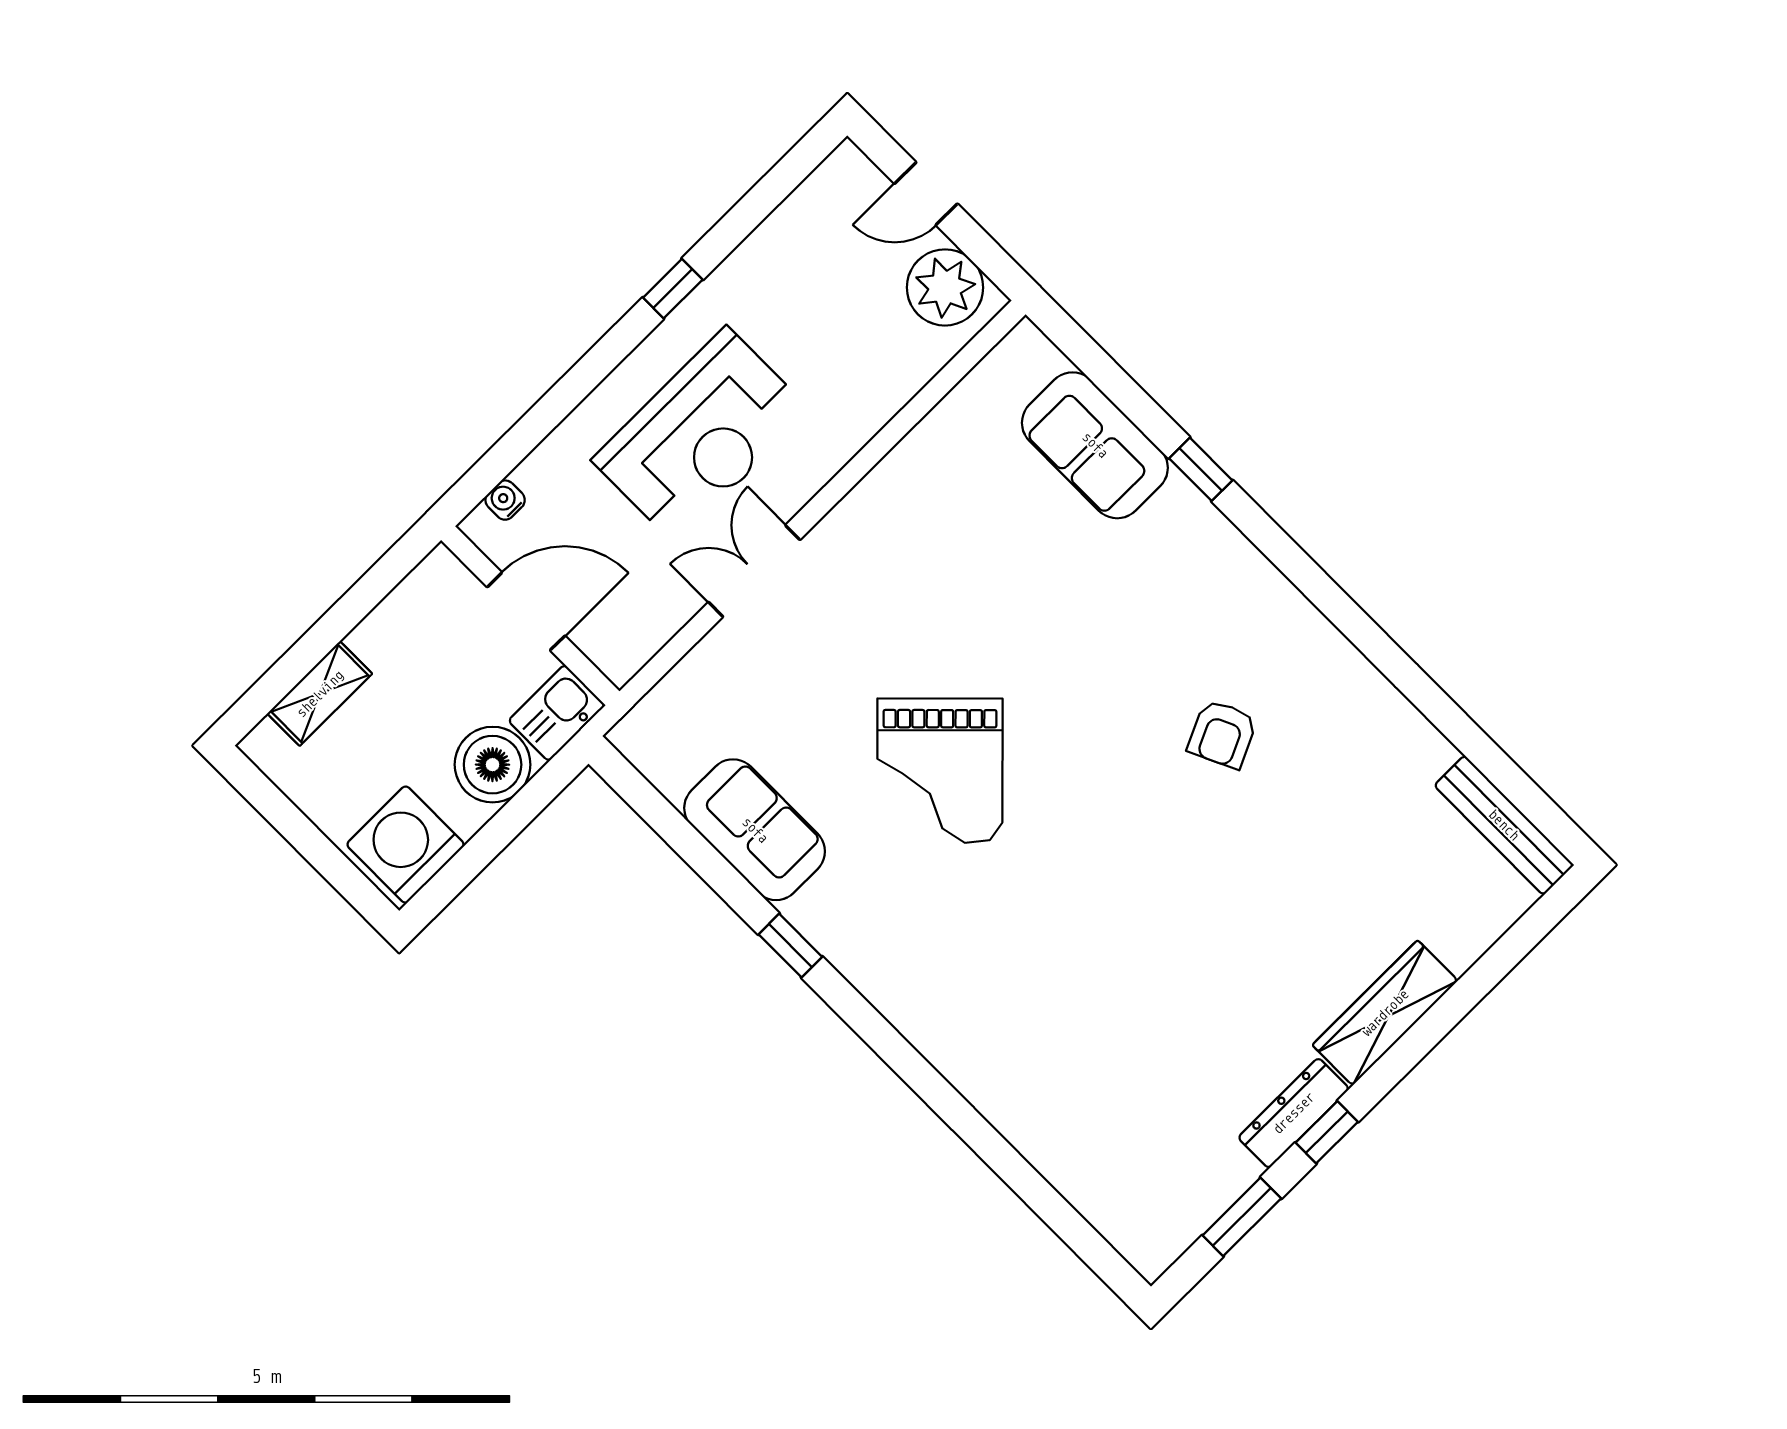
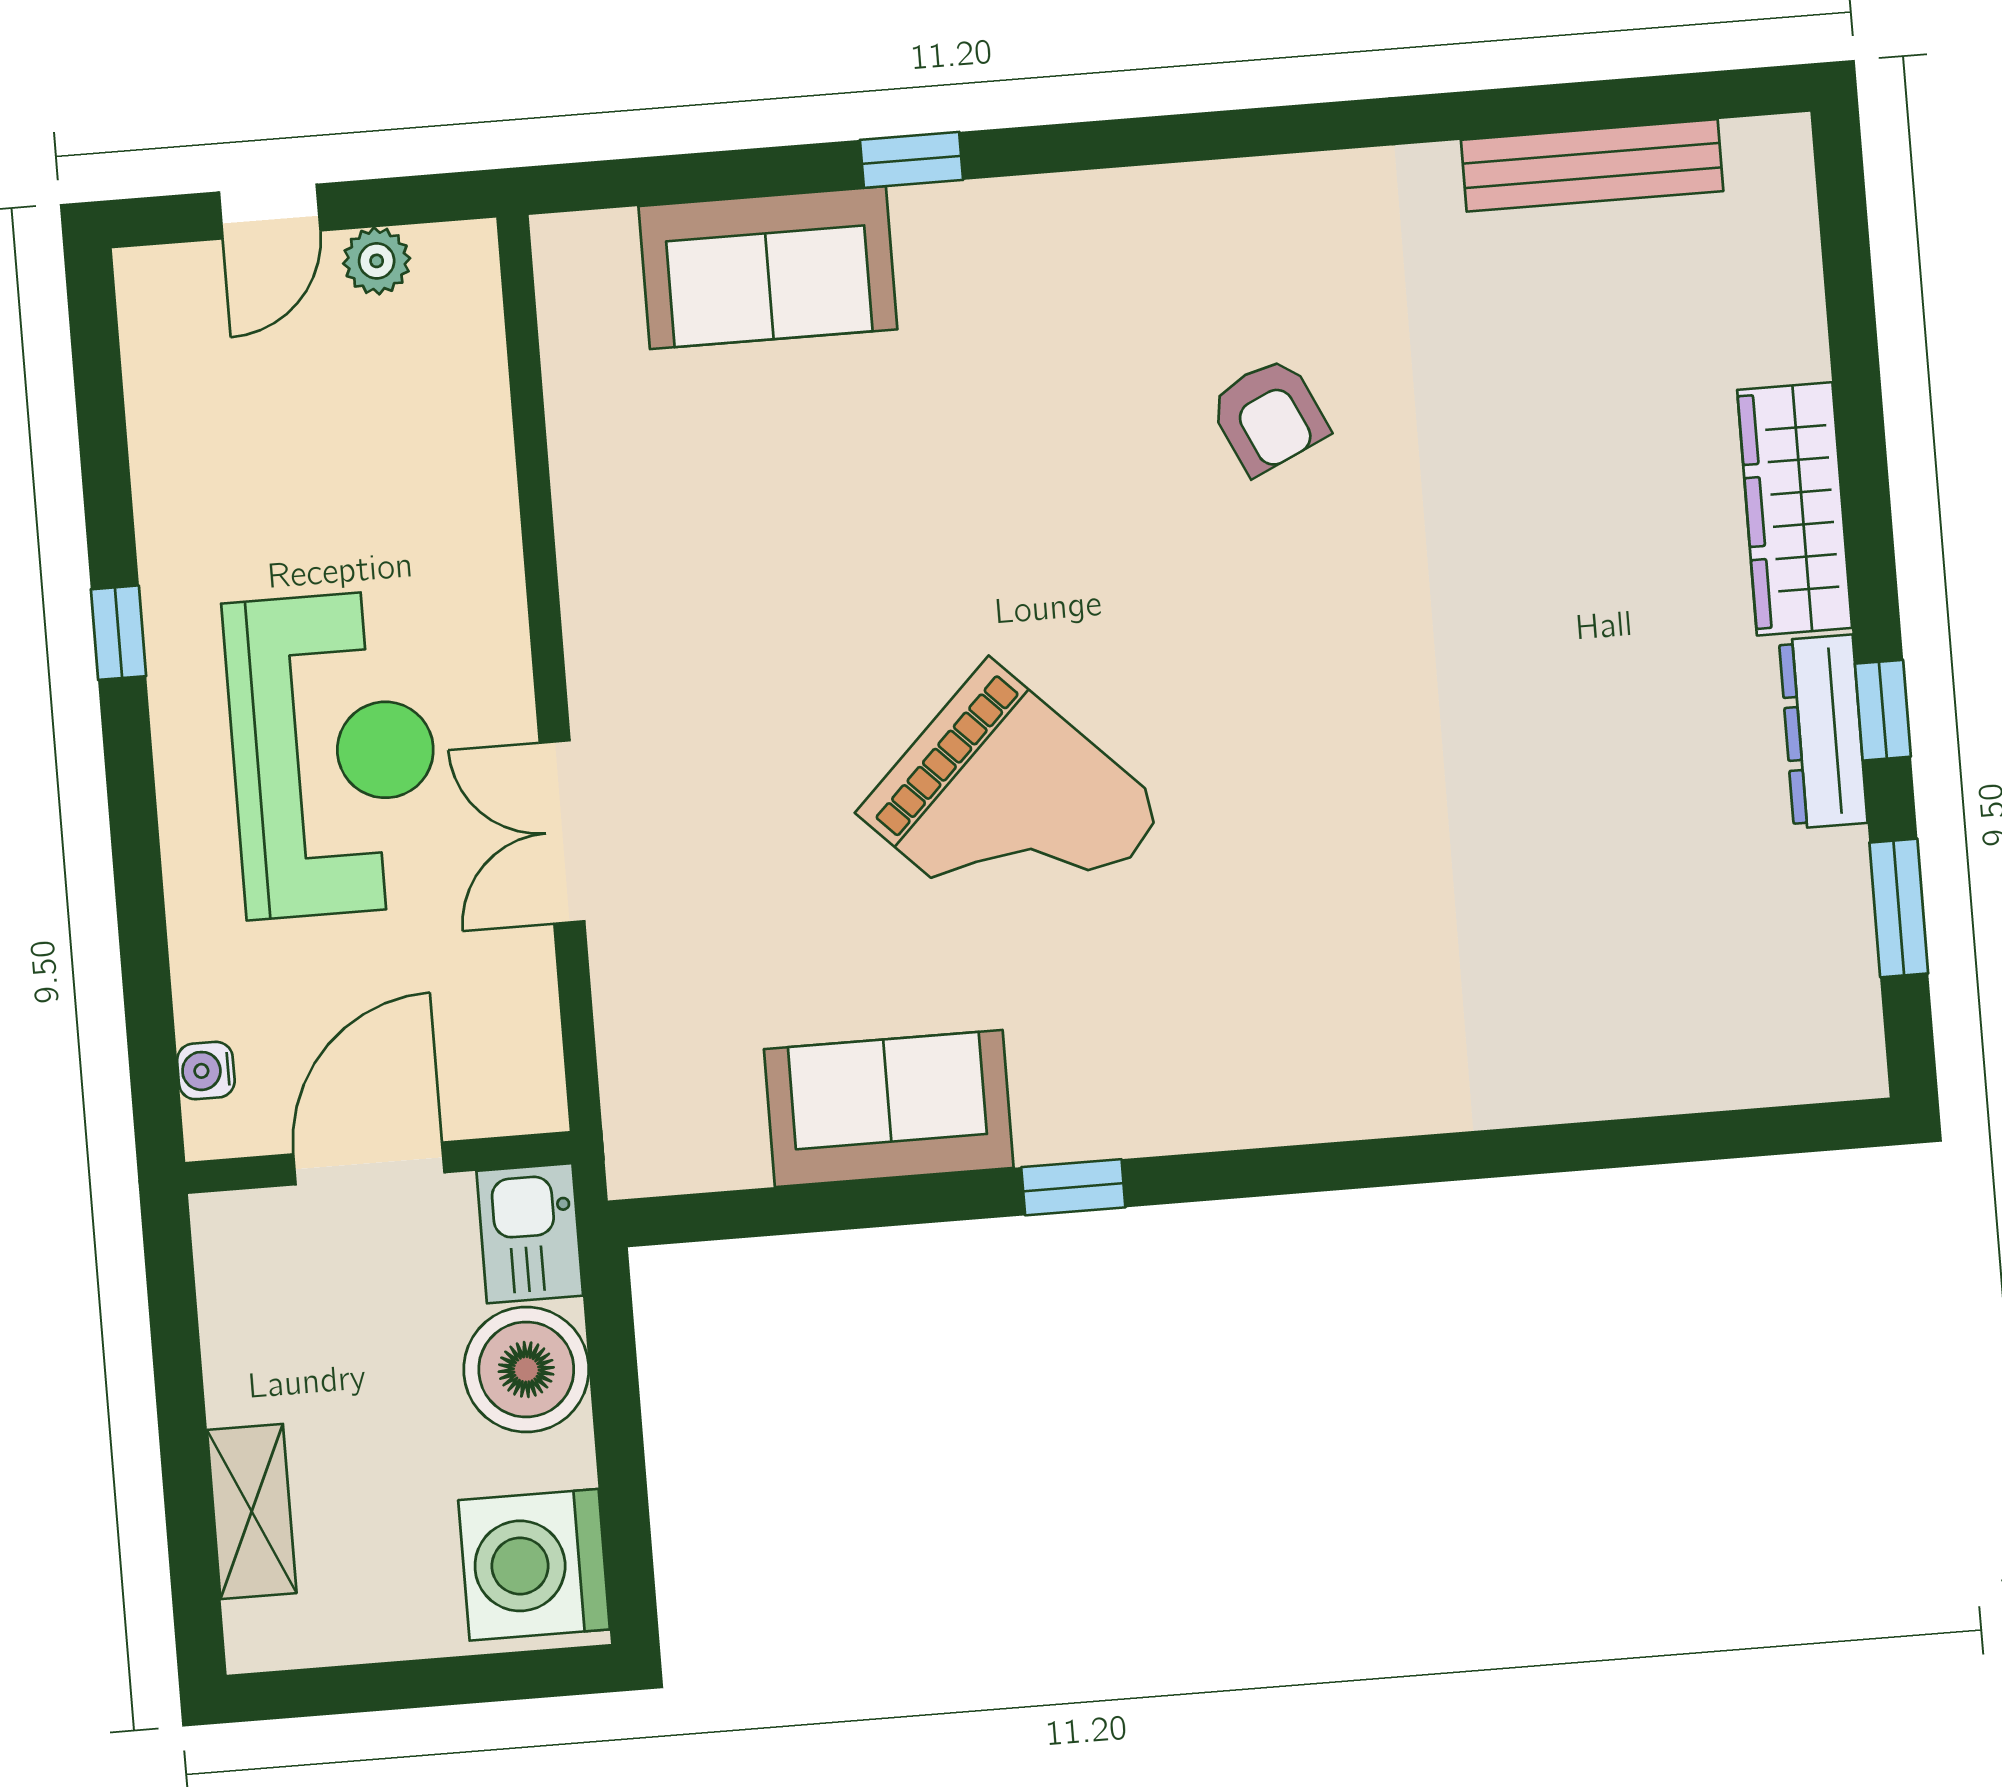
plant: (945, 287) -> (377, 261), width x0.53, depth x0.53
bench: (1504, 825) -> (1592, 165), moved

